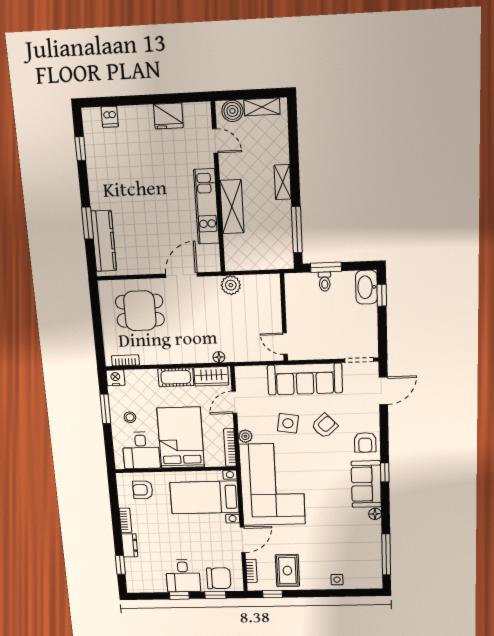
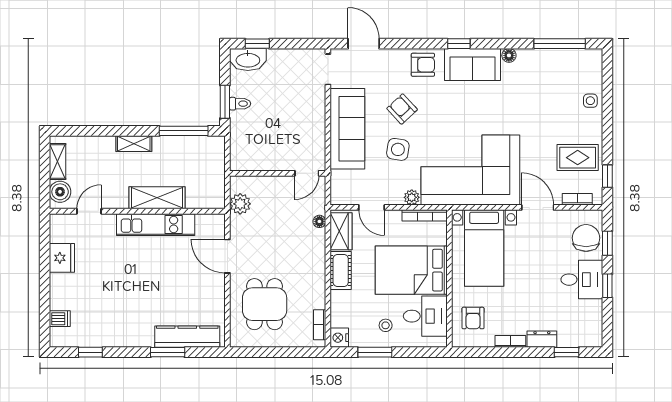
wall: (284, 317) -> (278, 173), moved
door: (285, 344) -> (307, 173), moved

